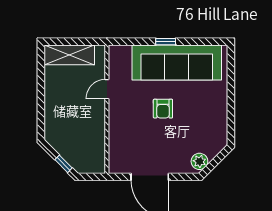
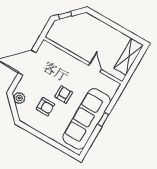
armchair: (163, 109) -> (64, 94), turned 90
armchair: (191, 123) -> (45, 107), added

